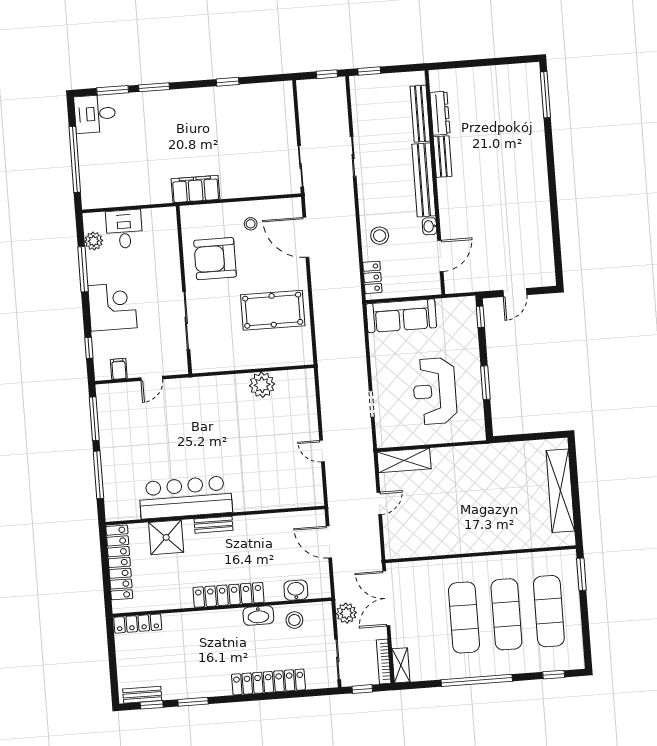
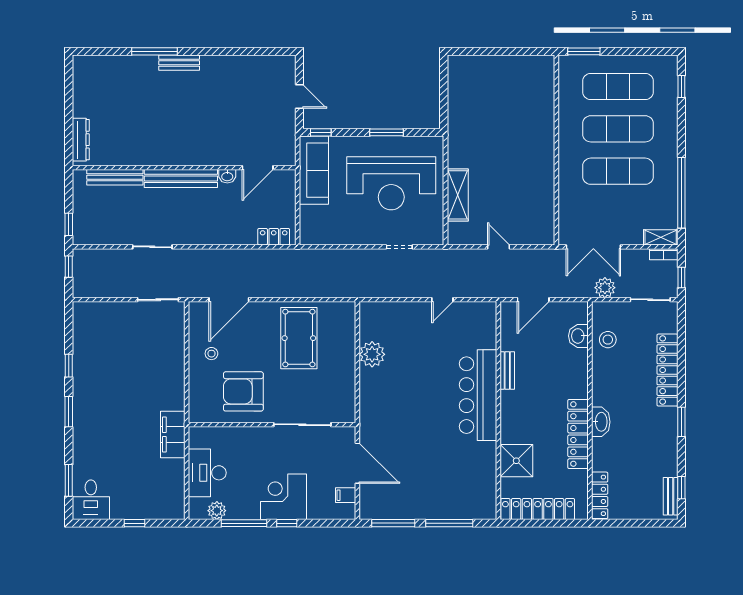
window: (154, 87) -> (69, 412), moved
window: (545, 95) -> (155, 51), moved
dresser: (440, 113) -> (81, 140), moved, turned 90
bench: (443, 157) -> (179, 63), moved
window: (75, 159) -> (134, 523), width x0.32
filing cabinet: (195, 189) -> (173, 435), moved
desk: (124, 229) -> (207, 473), width x1.37
stool: (380, 236) -> (233, 226), removed
door: (440, 256) -> (258, 168), swing flipped
armchair: (215, 259) -> (243, 391), turned 90
sofa: (401, 316) -> (314, 170), moved
window: (89, 348) -> (287, 523), moved
door: (152, 378) -> (357, 463), width x1.87
reception desk: (435, 391) -> (391, 183), width x1.36, depth x1.30
shelving: (404, 460) -> (458, 195), moved
shelving: (560, 491) -> (499, 66), removed
bar counter: (186, 497) -> (478, 395), moved
bench: (213, 525) -> (507, 371), moved
locker: (228, 595) -> (578, 434), moved
washbasin: (258, 616) -> (601, 422), moved
bookcase: (384, 662) -> (664, 254), width x0.64
window: (477, 680) -> (681, 193), moved
window: (193, 702) -> (681, 422), moved

